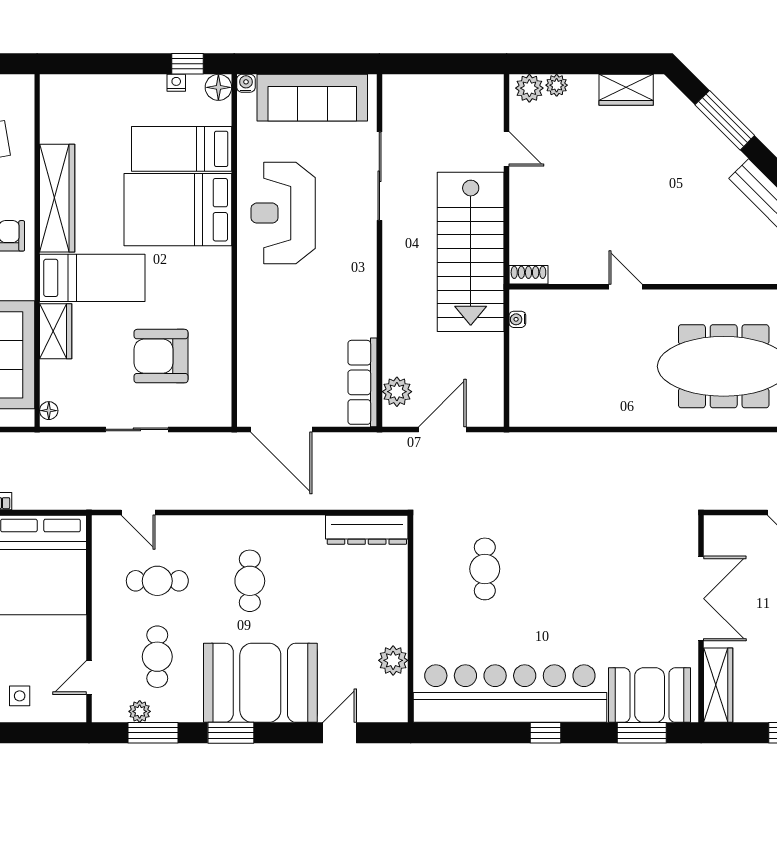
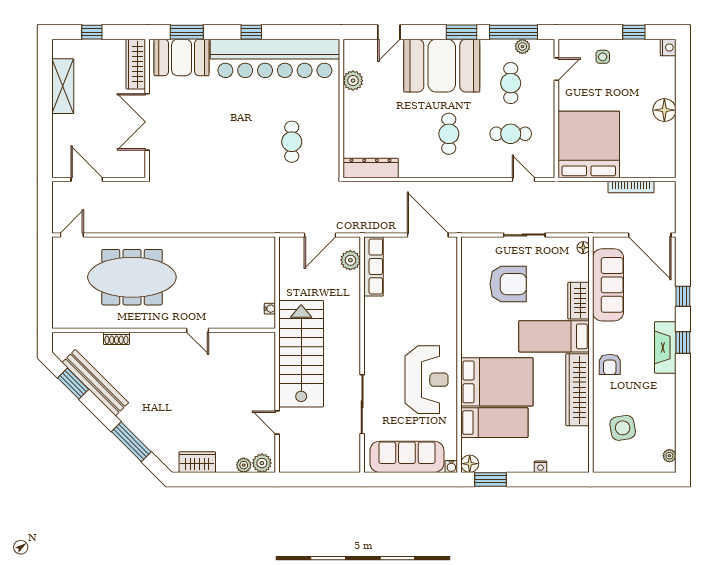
window: (188, 64) -> (490, 479), width x1.50
nightstand: (176, 83) -> (540, 467), moved
shoe rack: (528, 275) -> (116, 338), moved
window: (153, 733) -> (513, 32), width x1.44

